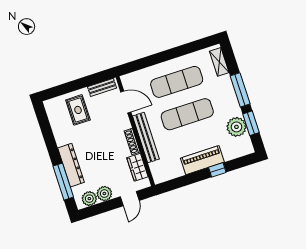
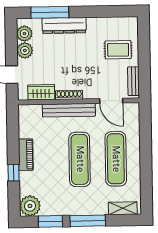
door: (126, 102) -> (111, 101), hinge flipped
plant: (236, 127) -> (30, 206), moved
piano: (202, 160) -> (26, 155), width x0.73, depth x0.75

